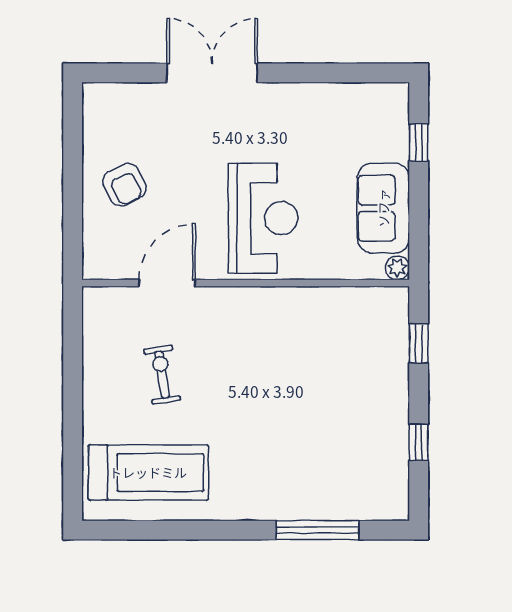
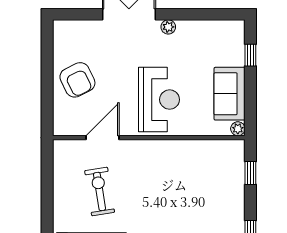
plant: (279, 94) -> (168, 27), added
armchair: (124, 185) -> (77, 80), width x1.38, depth x1.38
exercise bike: (162, 375) -> (100, 191), width x1.38, depth x1.39

